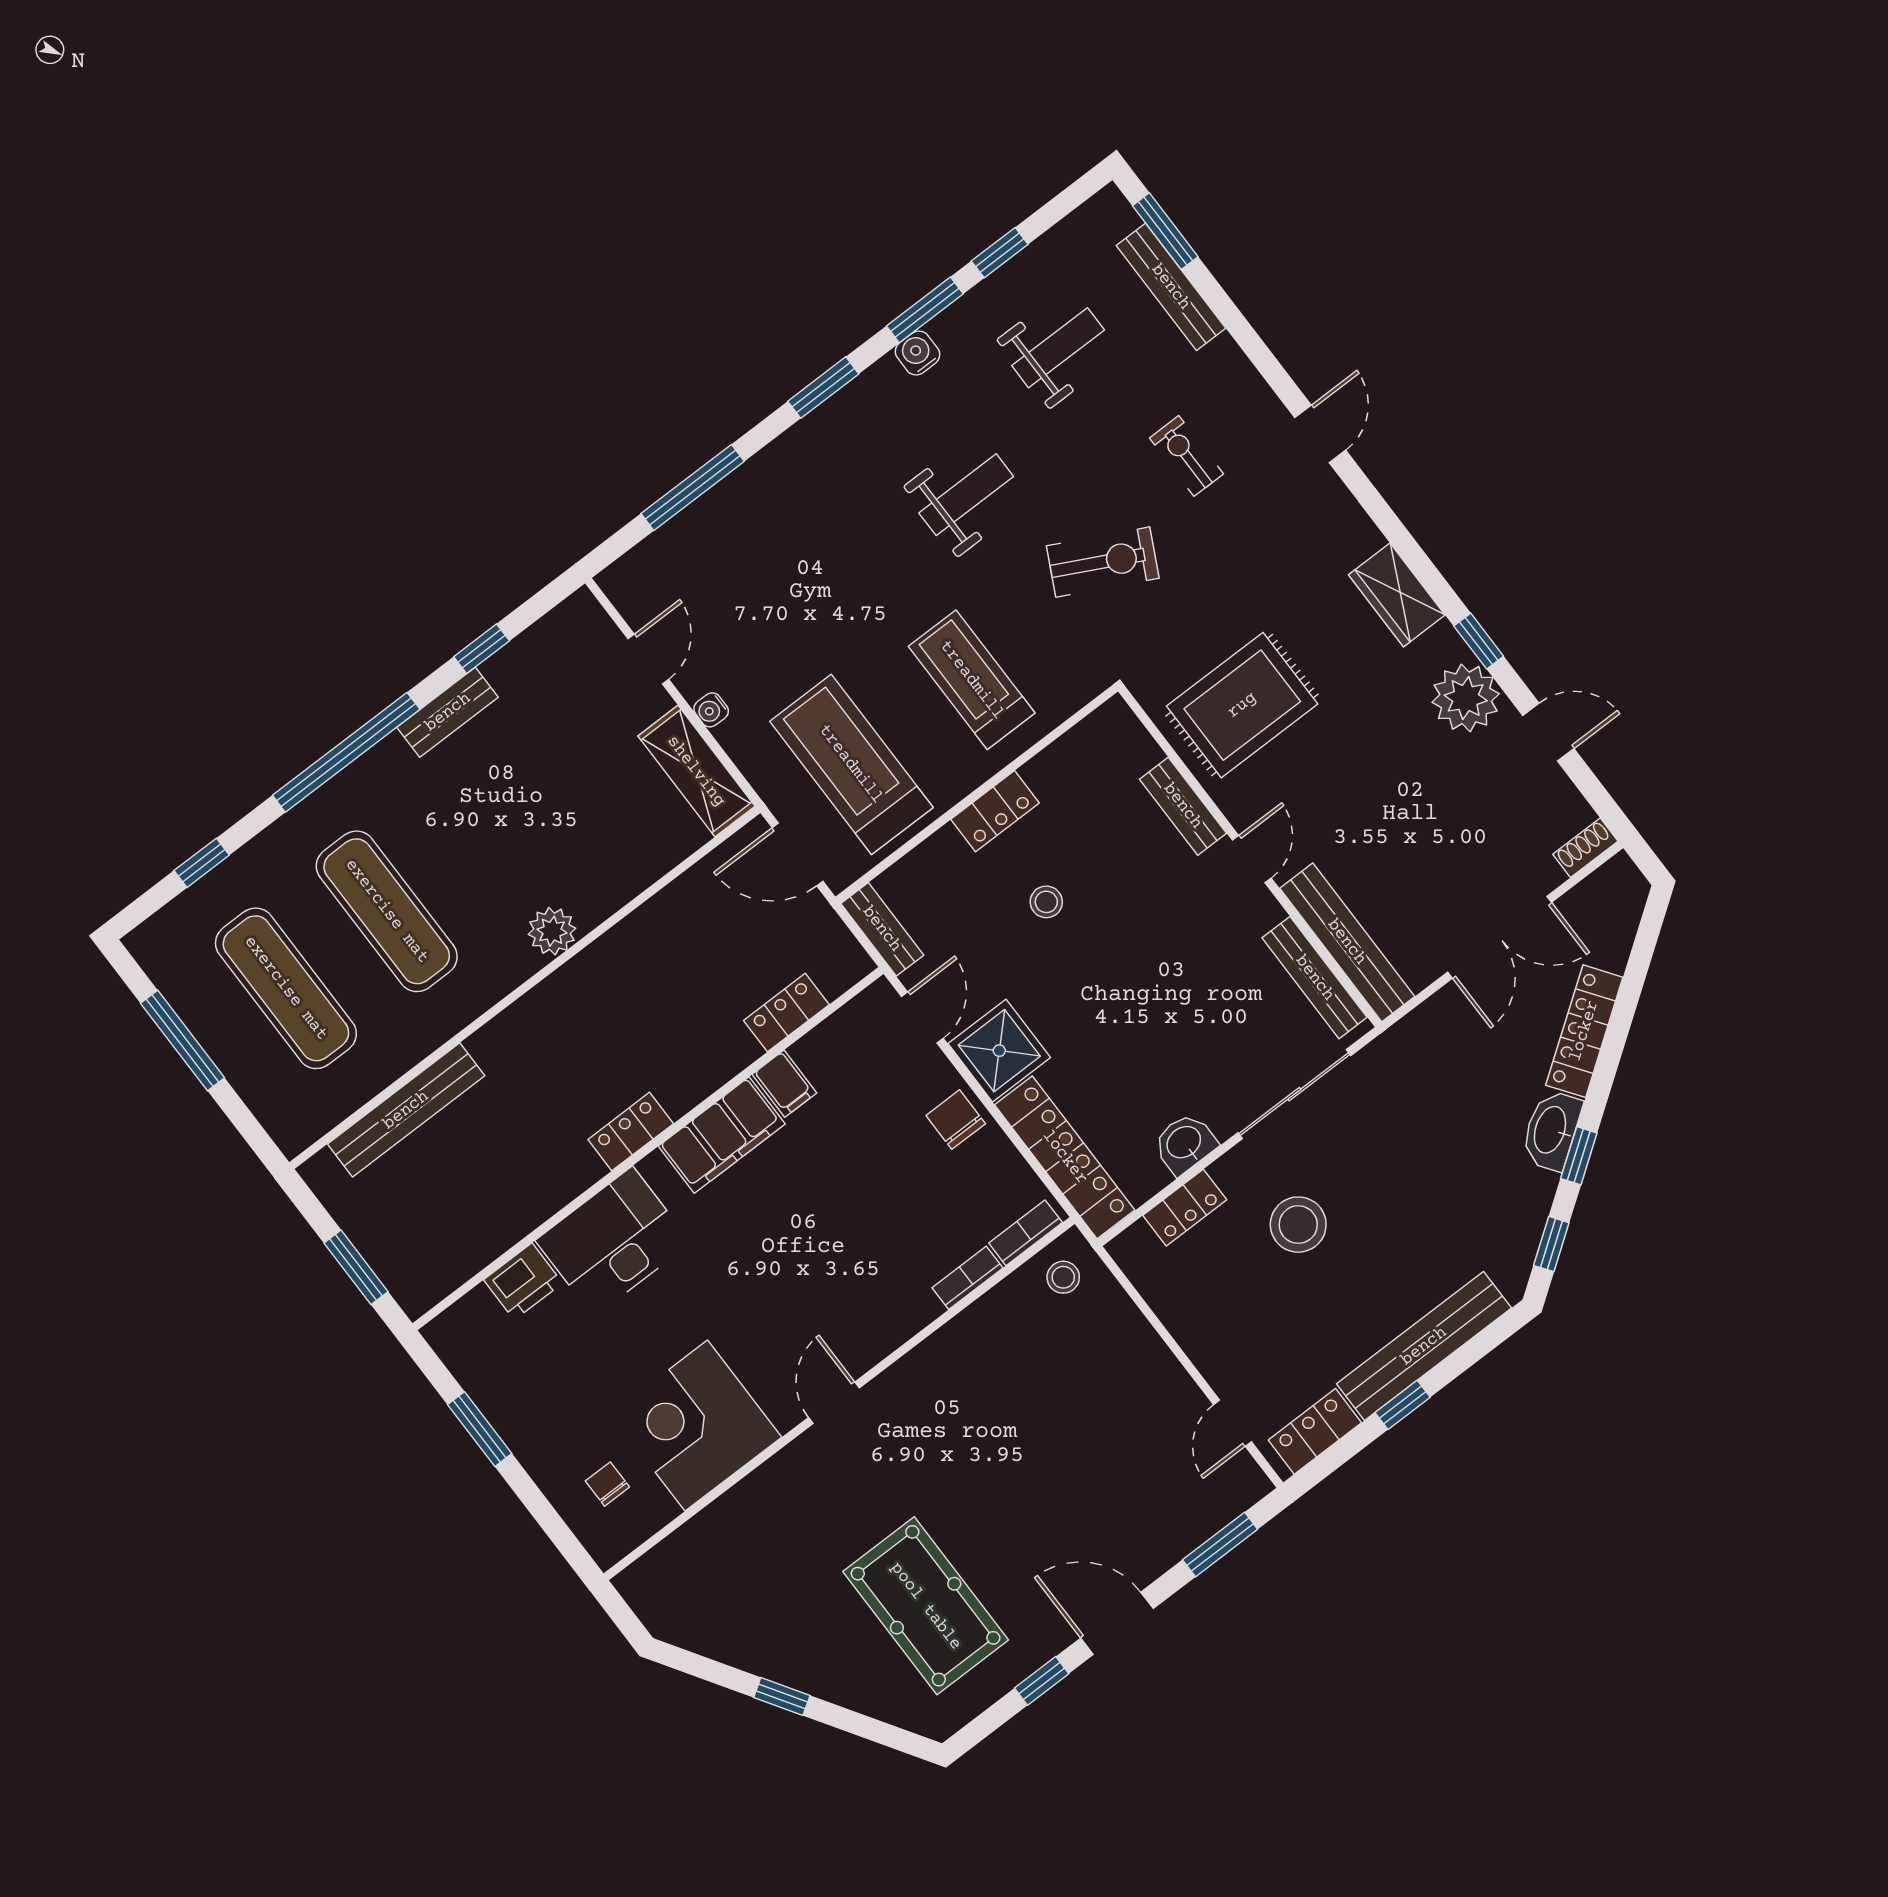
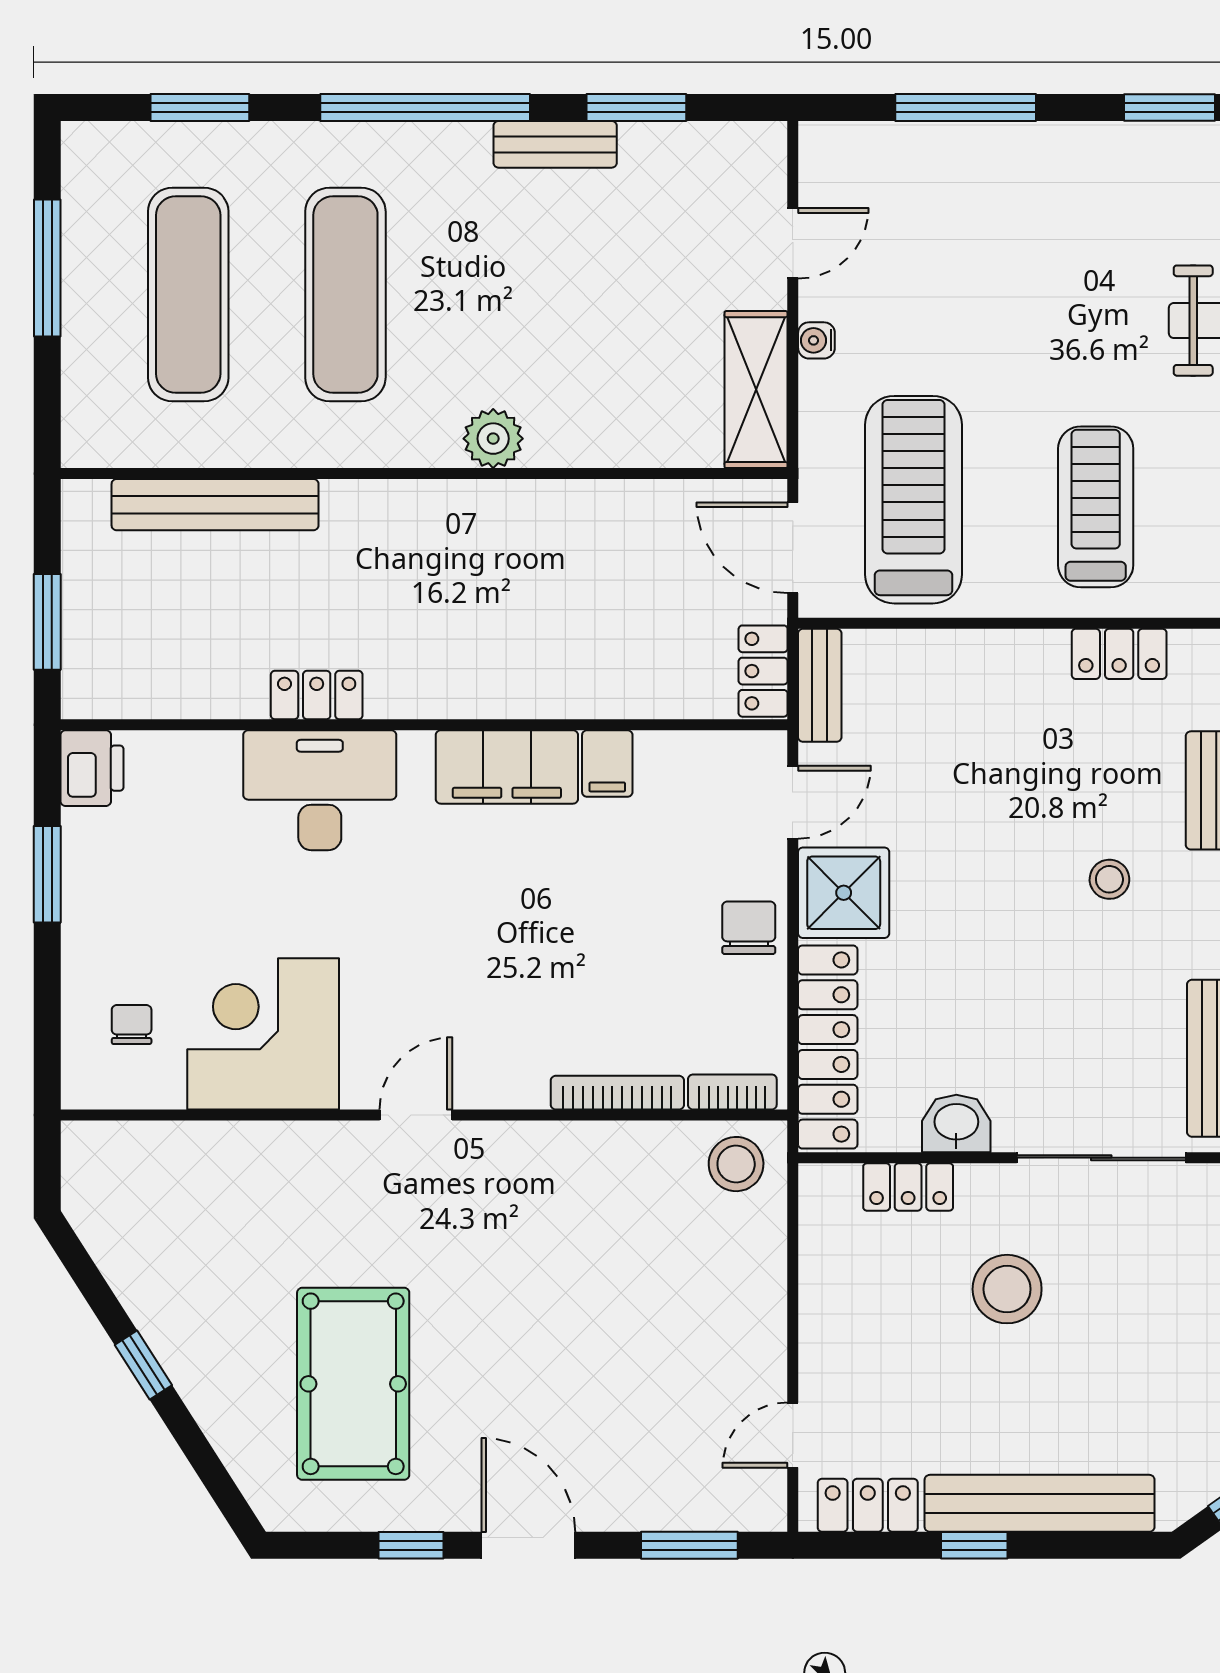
window: (482, 649) -> (636, 107), width x1.50
locker: (995, 811) -> (1119, 654), moved
window: (202, 863) -> (200, 107), width x1.50
stool: (1046, 902) -> (1109, 879), moved
locker: (786, 1013) -> (763, 671), moved, turned -90
locker: (631, 1132) -> (317, 695), moved
stool: (1063, 1277) -> (736, 1164), width x1.37, depth x1.37
bookcase: (968, 1278) -> (617, 1093), width x1.56
printer: (523, 1281) -> (92, 768), moved, turned -90

